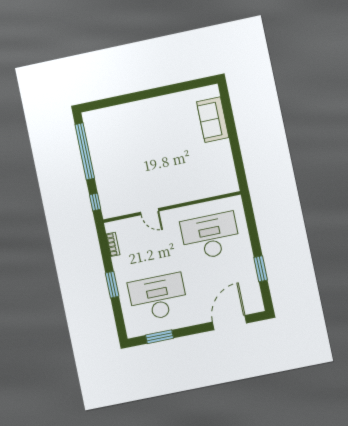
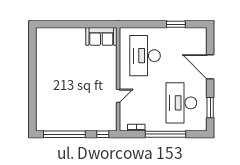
sofa: (213, 120) -> (101, 36), moved
window: (112, 285) -> (165, 134), width x2.11
door: (230, 323) -> (210, 67), moved

